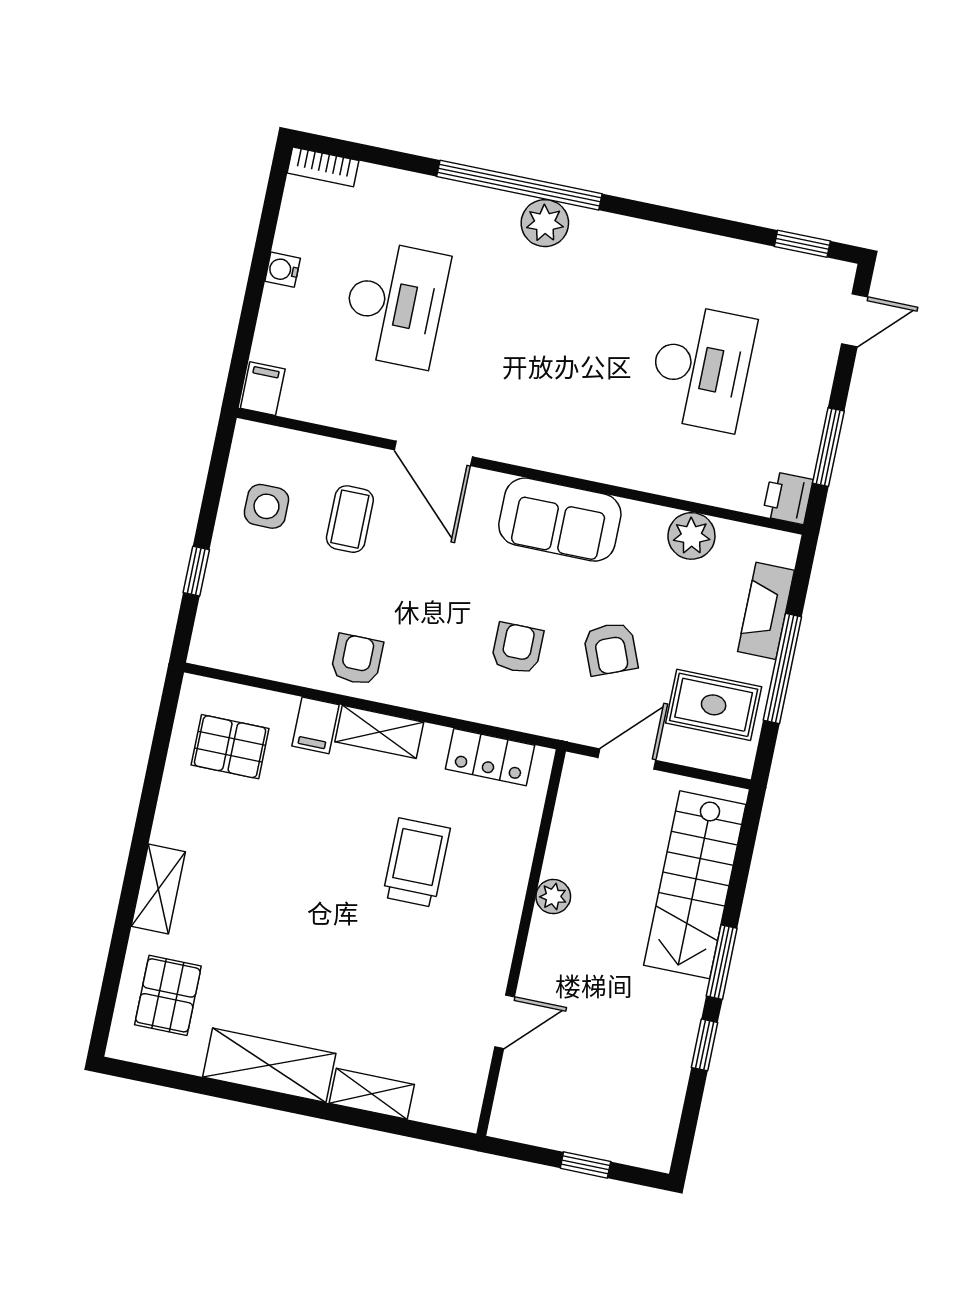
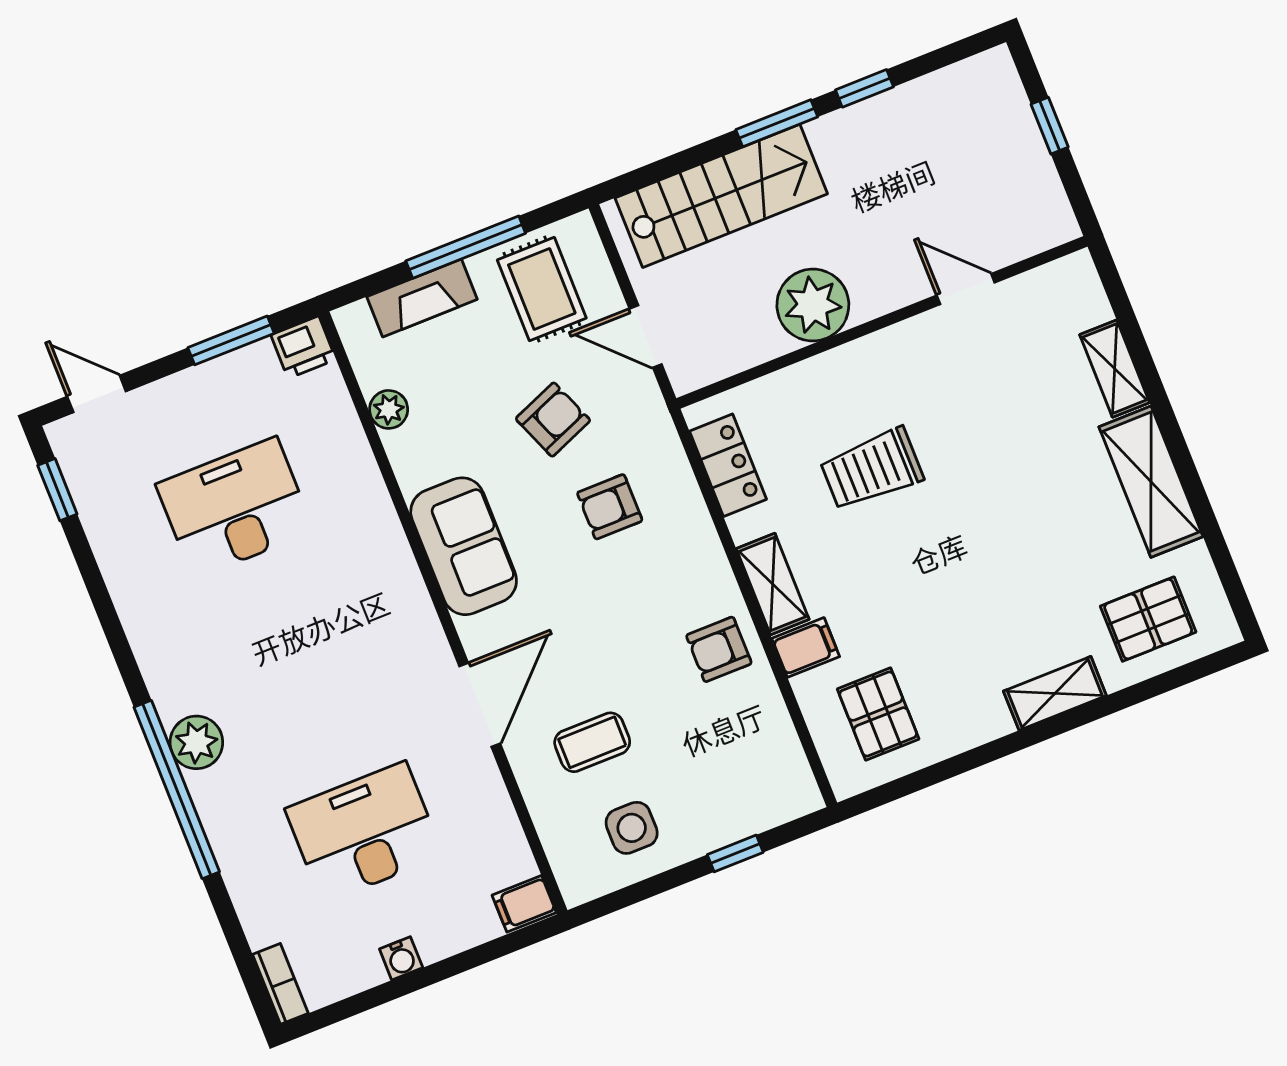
plant: (691, 536) -> (389, 409), width x0.73, depth x0.73
plant: (553, 896) -> (813, 305), width x1.88, depth x1.88

